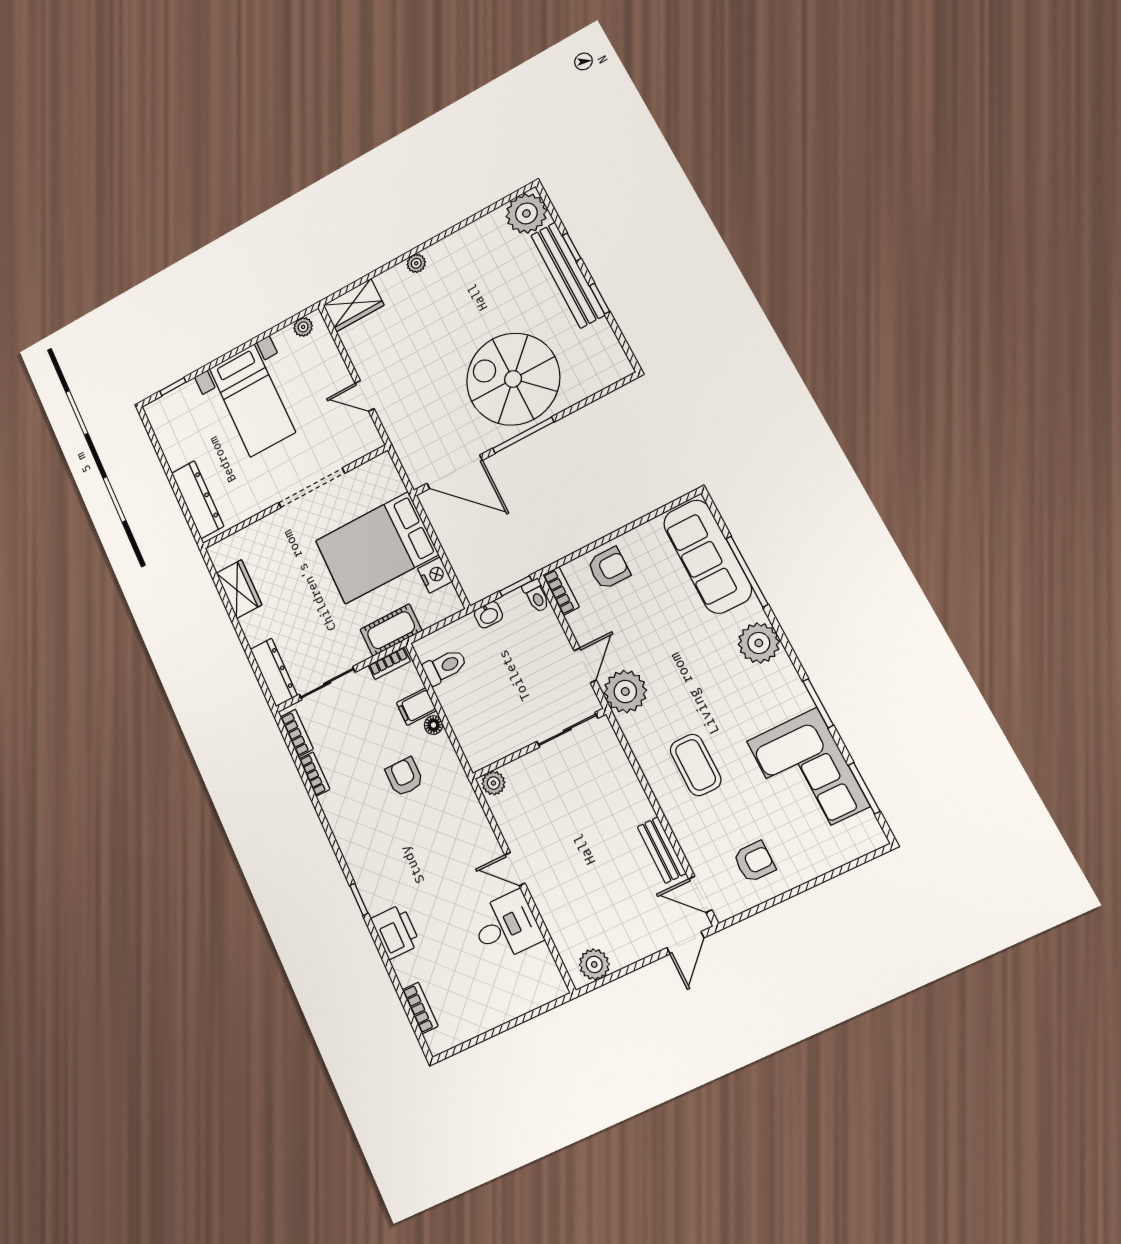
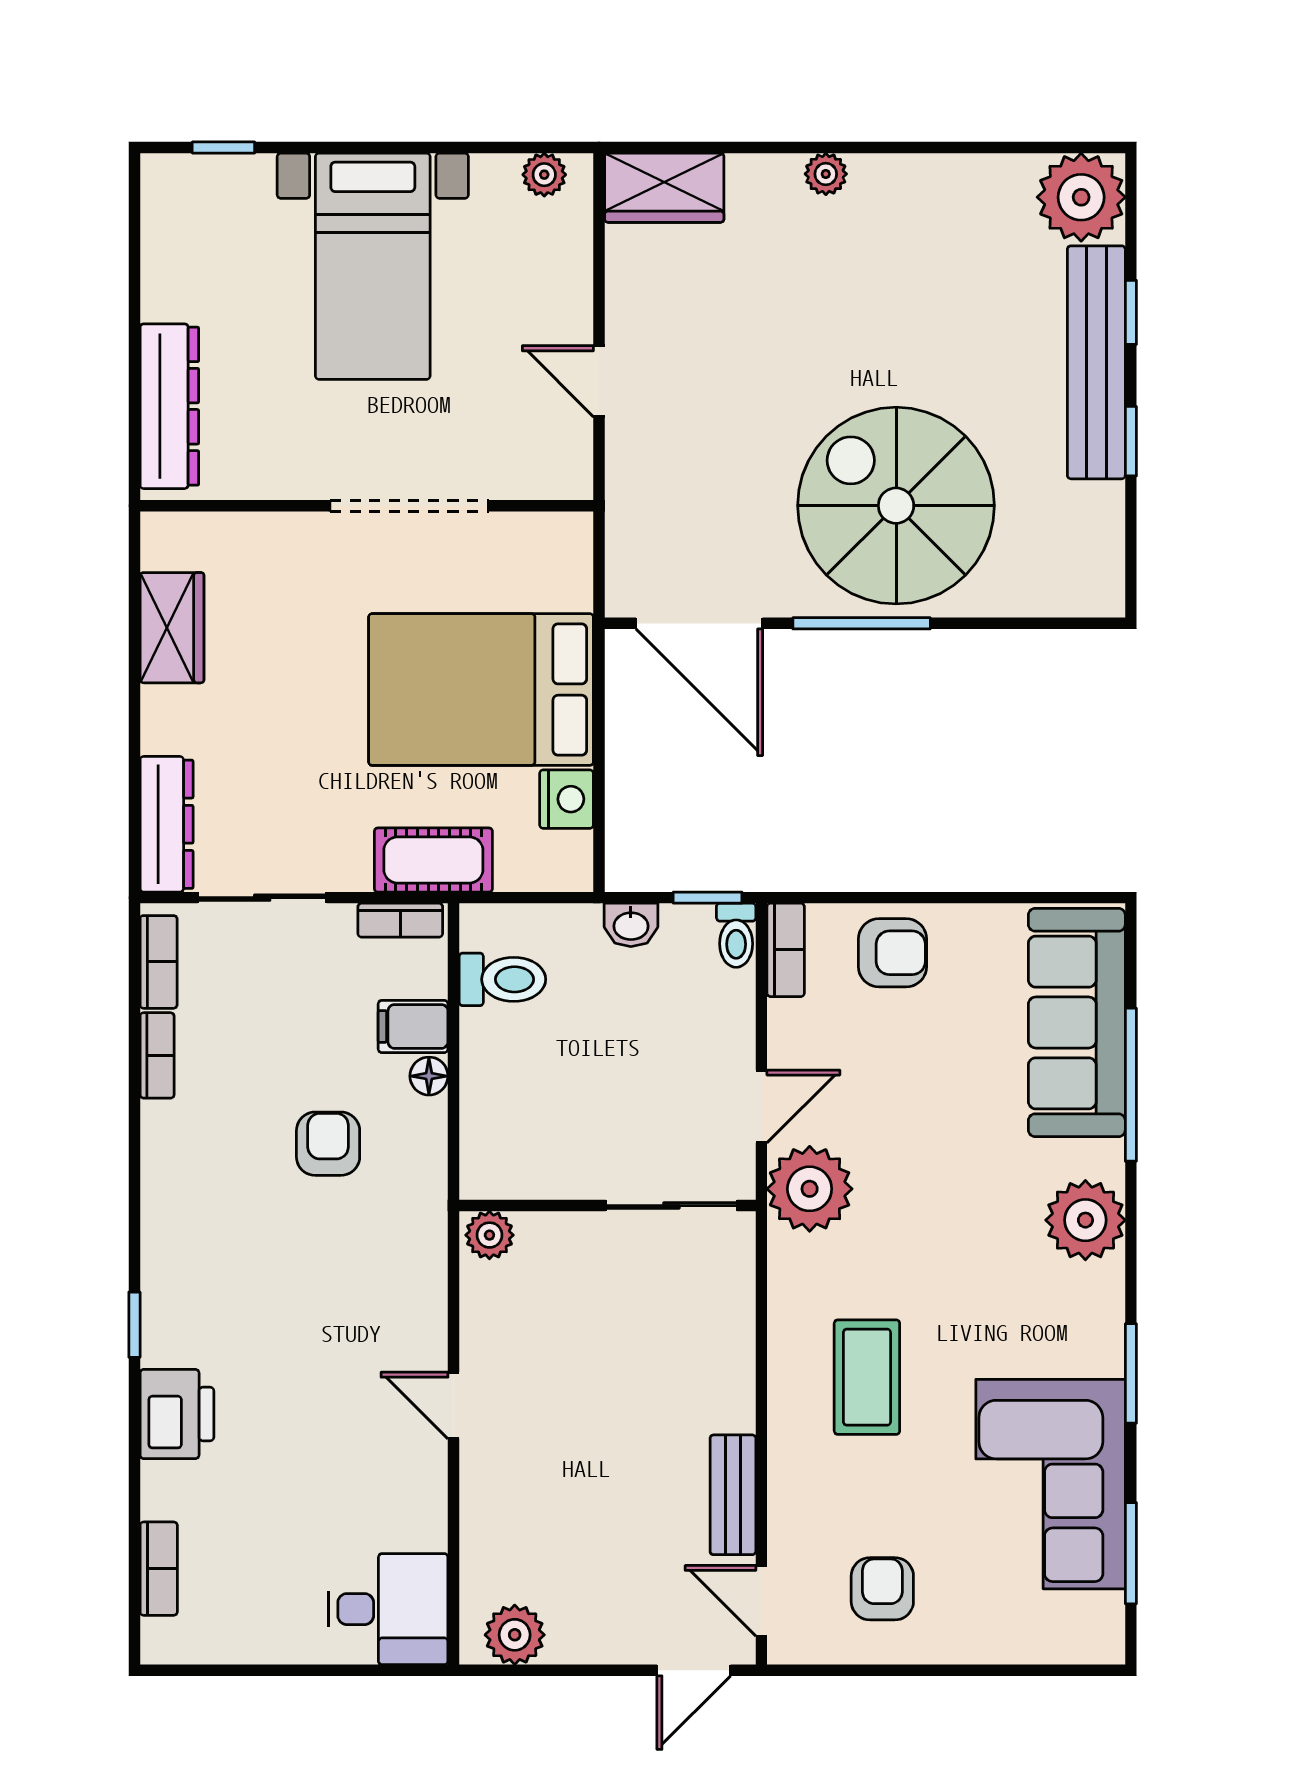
armchair: (754, 862) -> (882, 1589), turned -90
desk: (506, 926) -> (388, 1609), moved

